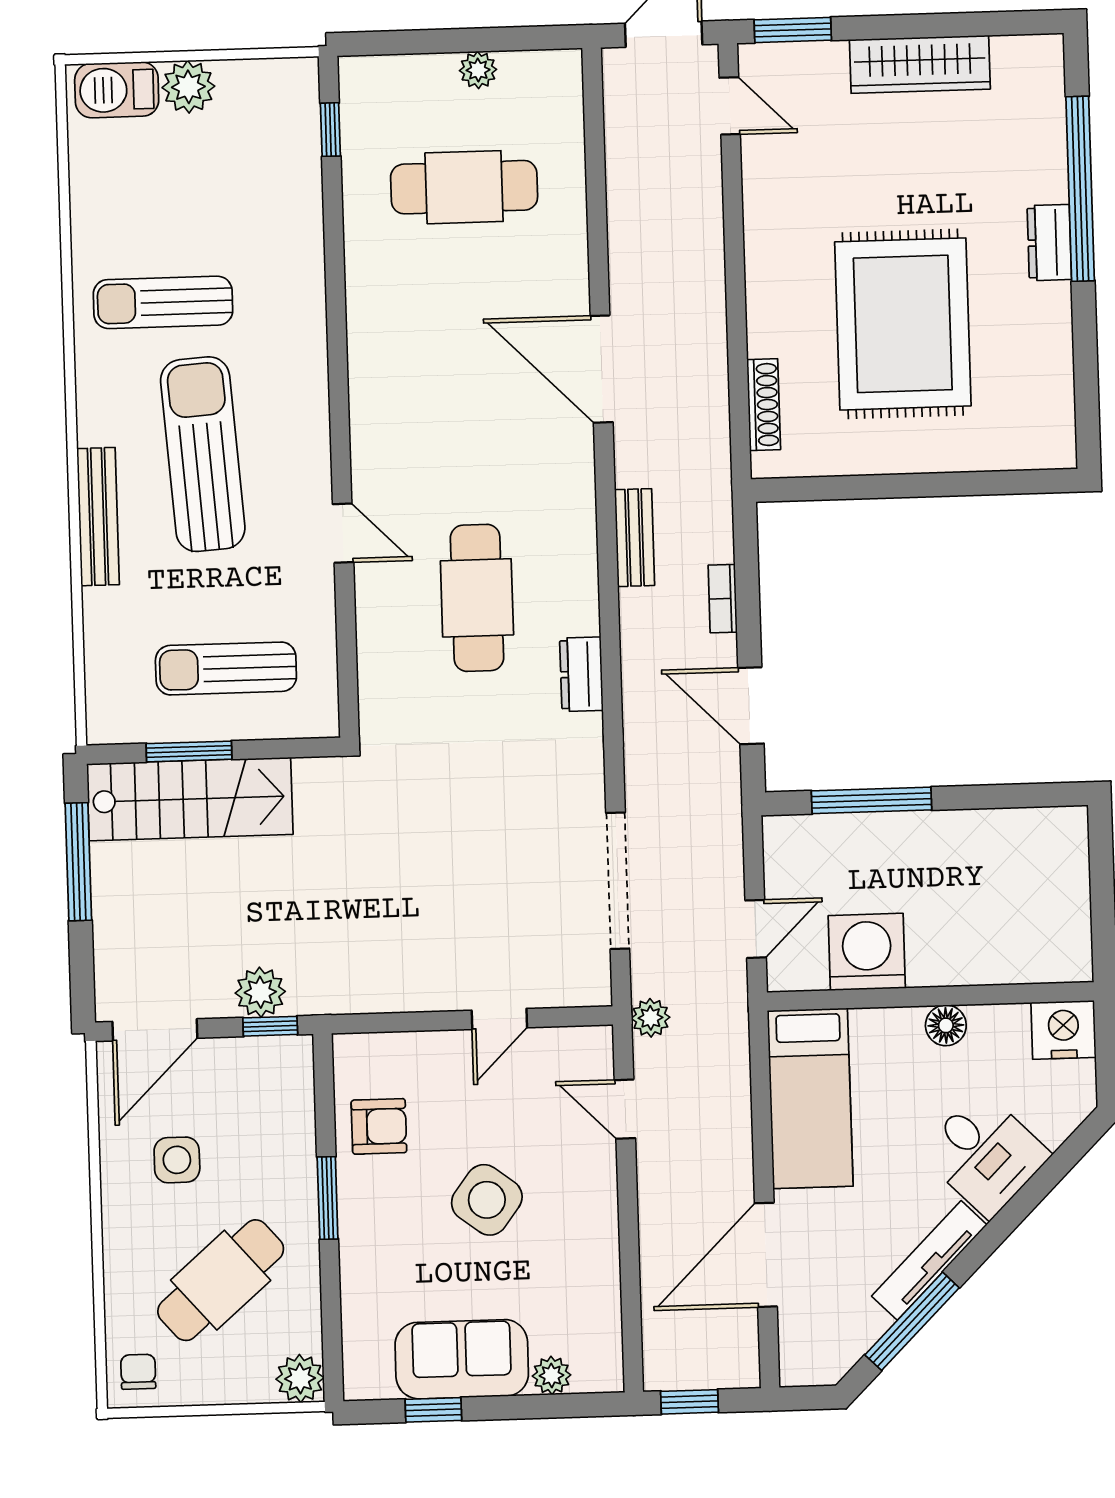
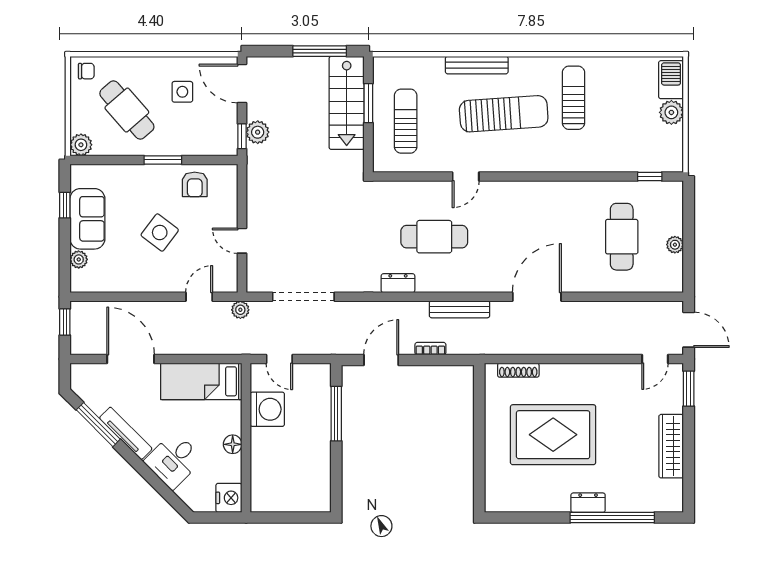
bench: (635, 538) -> (460, 309), width x1.36

